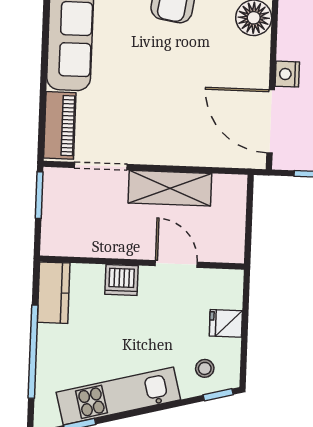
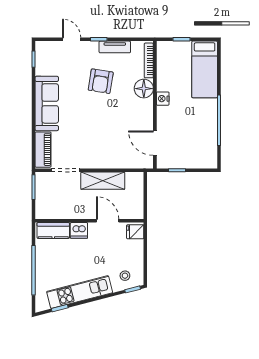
nightstand: (287, 74) -> (163, 99), moved
door: (271, 121) -> (155, 143), width x0.73
kitchen counter: (54, 293) -> (53, 230), moved, turned 90
fridge: (226, 323) -> (135, 232), moved

